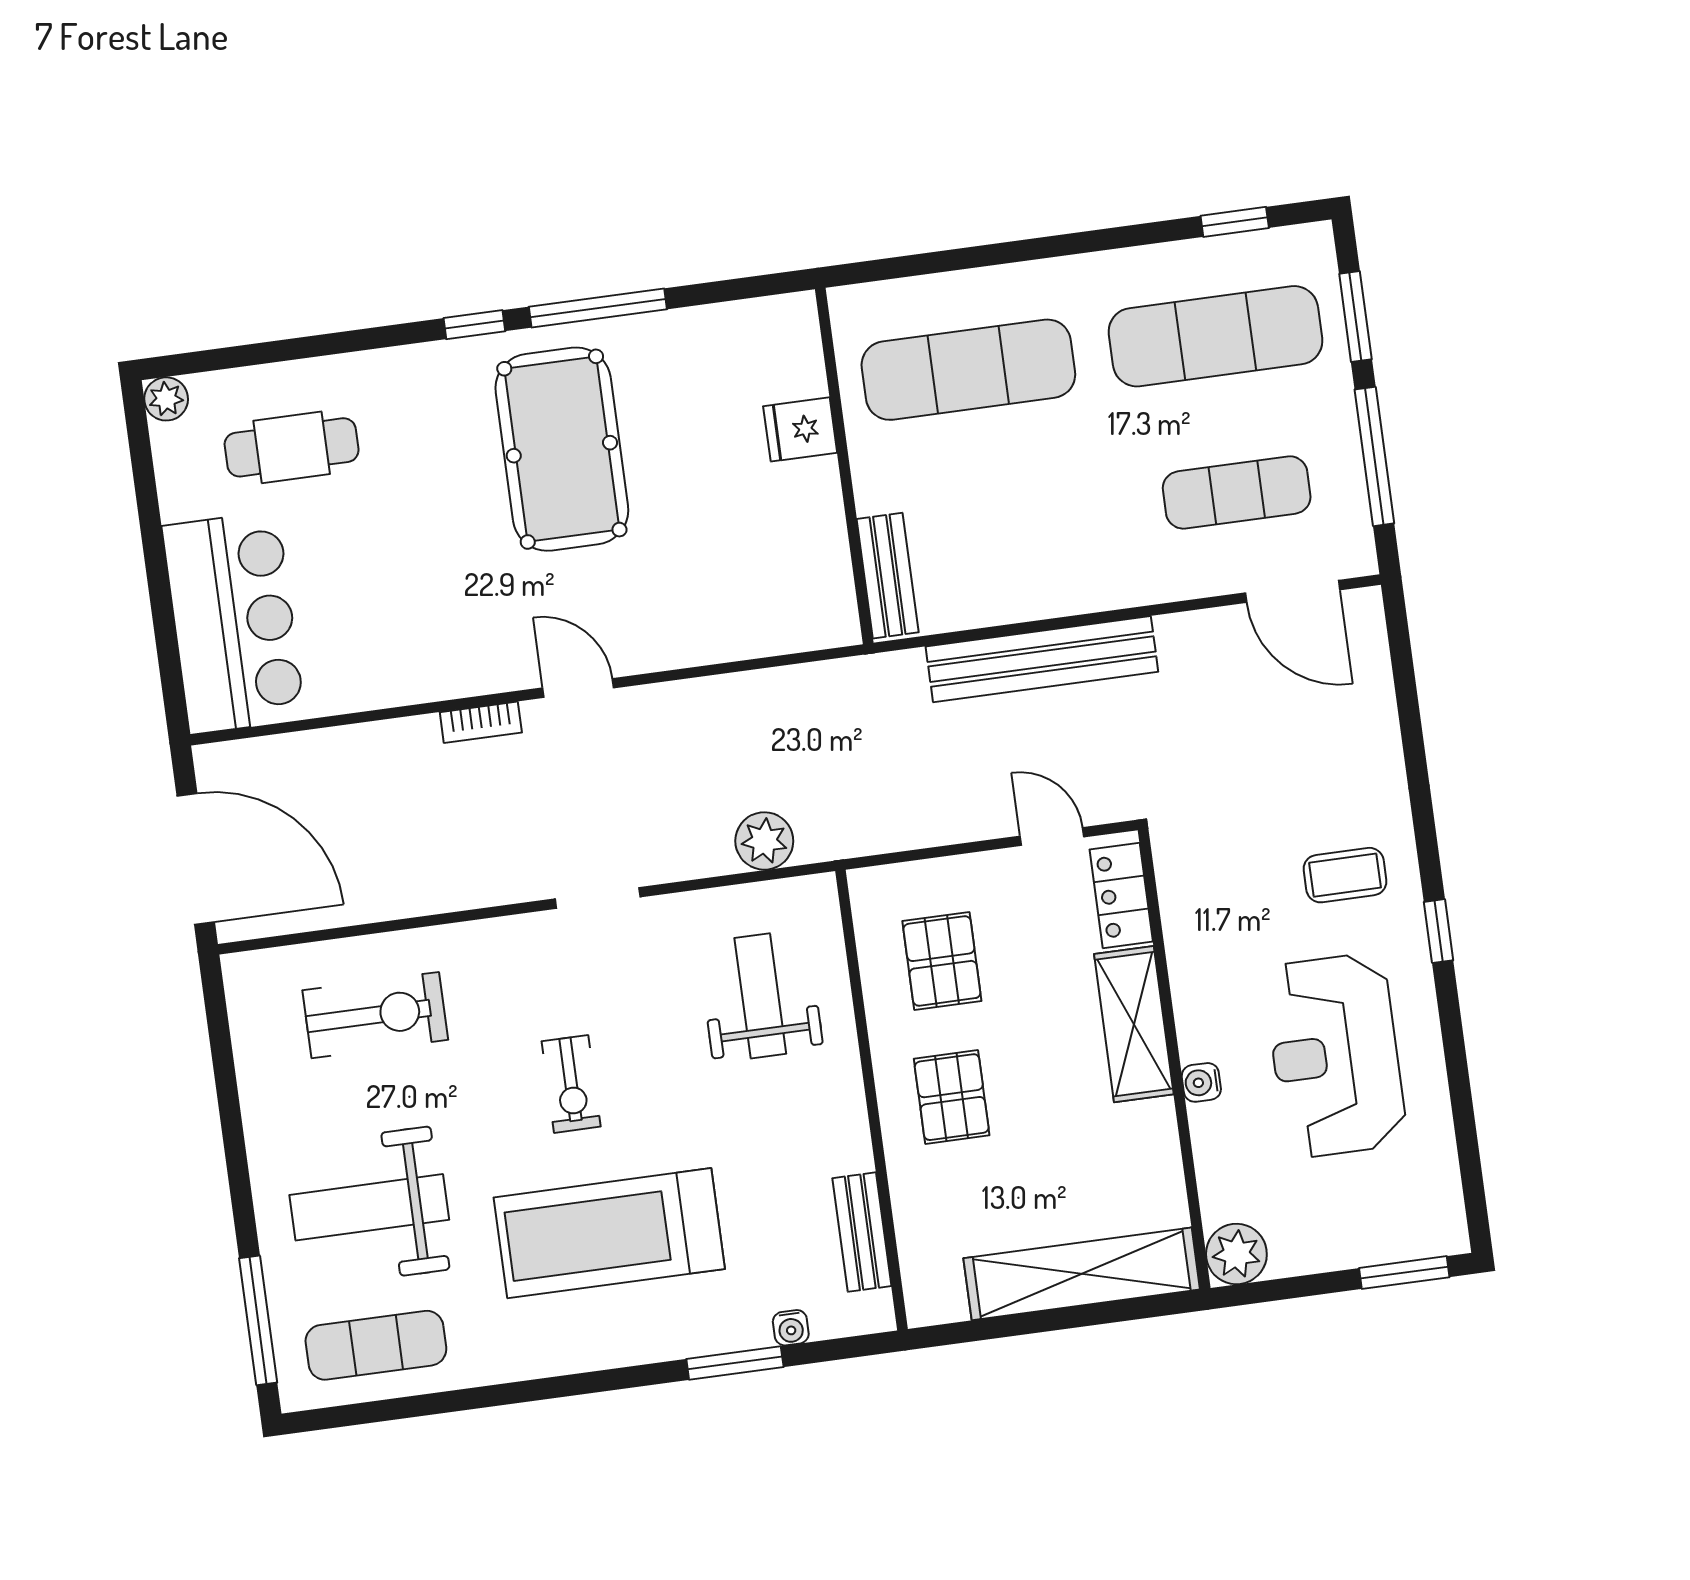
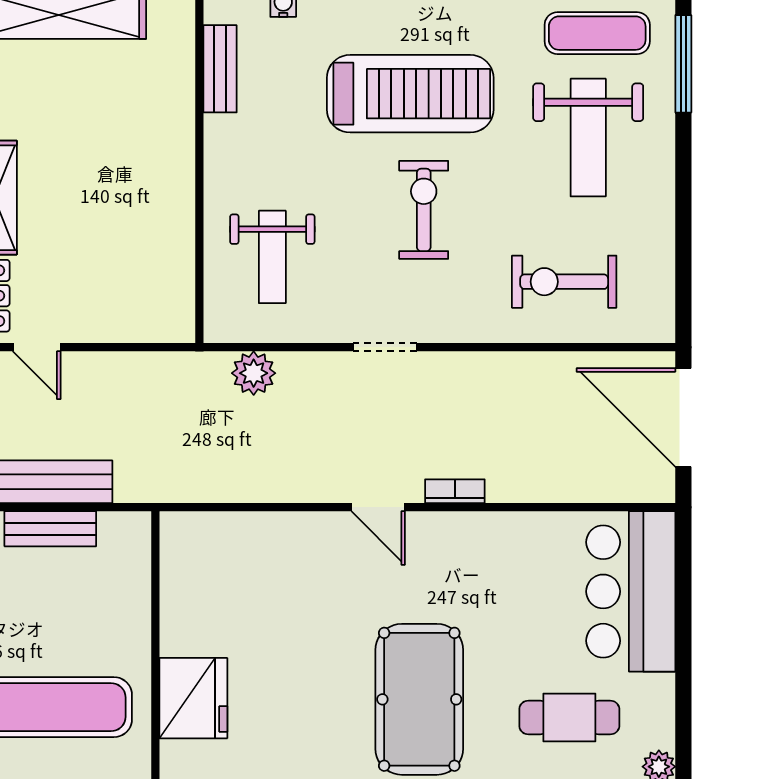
fridge: (800, 429) -> (193, 698), width x1.88, depth x1.34
pool table: (562, 449) -> (419, 699), moved
bench: (888, 576) -> (50, 529), moved, turned 90
pallet: (942, 961) -> (132, 265), removed
exercise bike: (571, 1084) -> (424, 210), width x1.38, depth x1.39
pallet: (952, 1097) -> (139, 161), removed
weight bench: (369, 1207) -> (588, 138), turned 90

